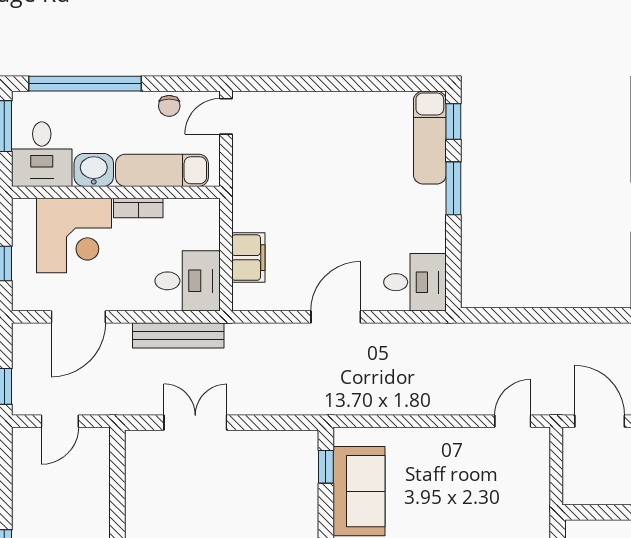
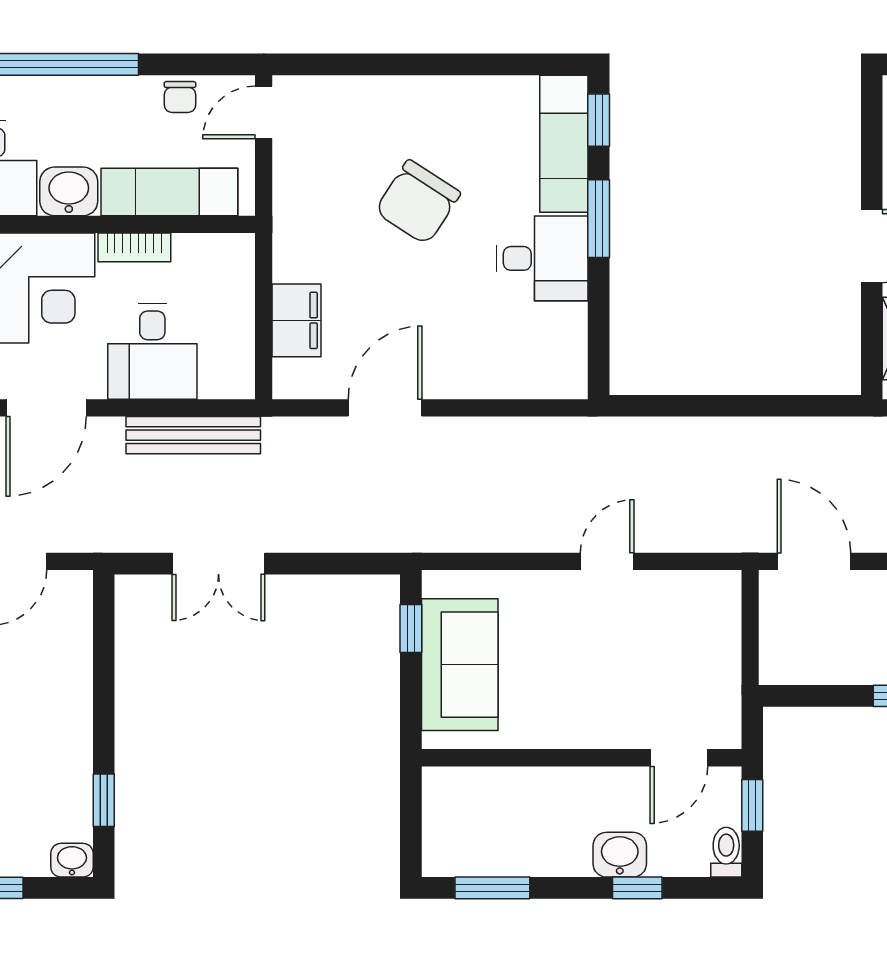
chair: (331, 177) -> (418, 202), added
desk: (188, 281) -> (152, 351), moved, turned 90
desk: (415, 282) -> (542, 258), moved
door: (336, 317) -> (385, 408), moved
door: (513, 421) -> (607, 561), moved
double door: (195, 423) -> (218, 564), swing flipped

